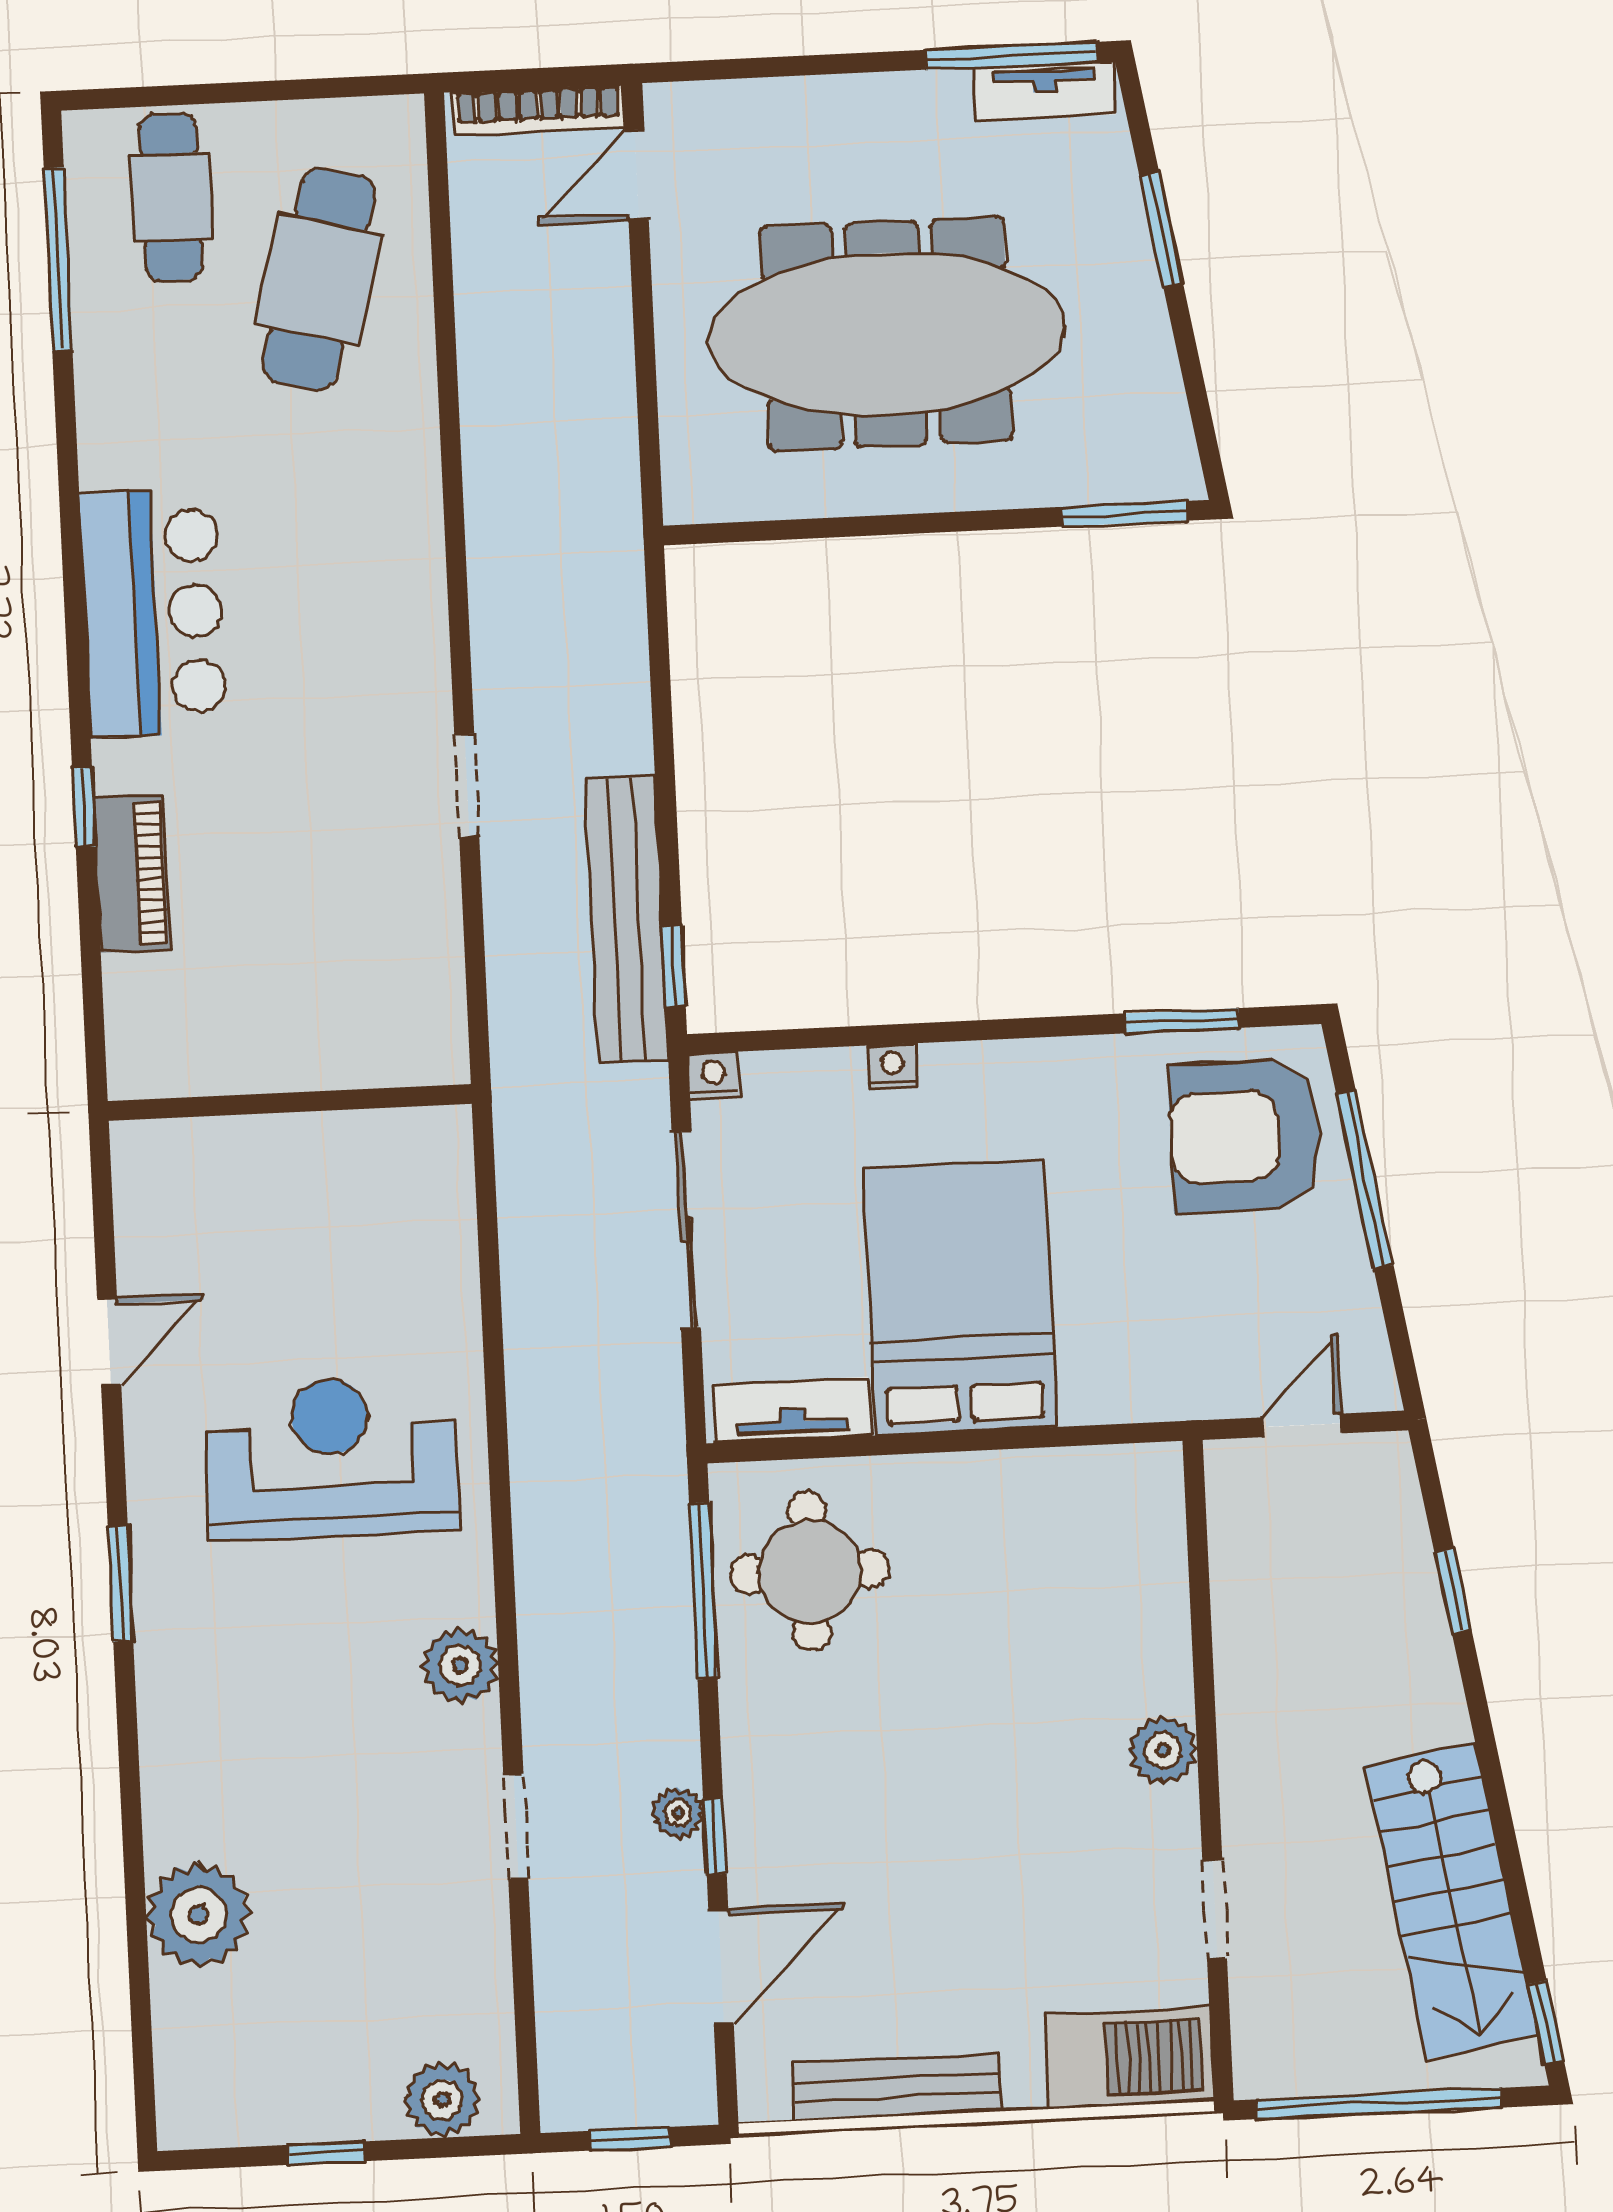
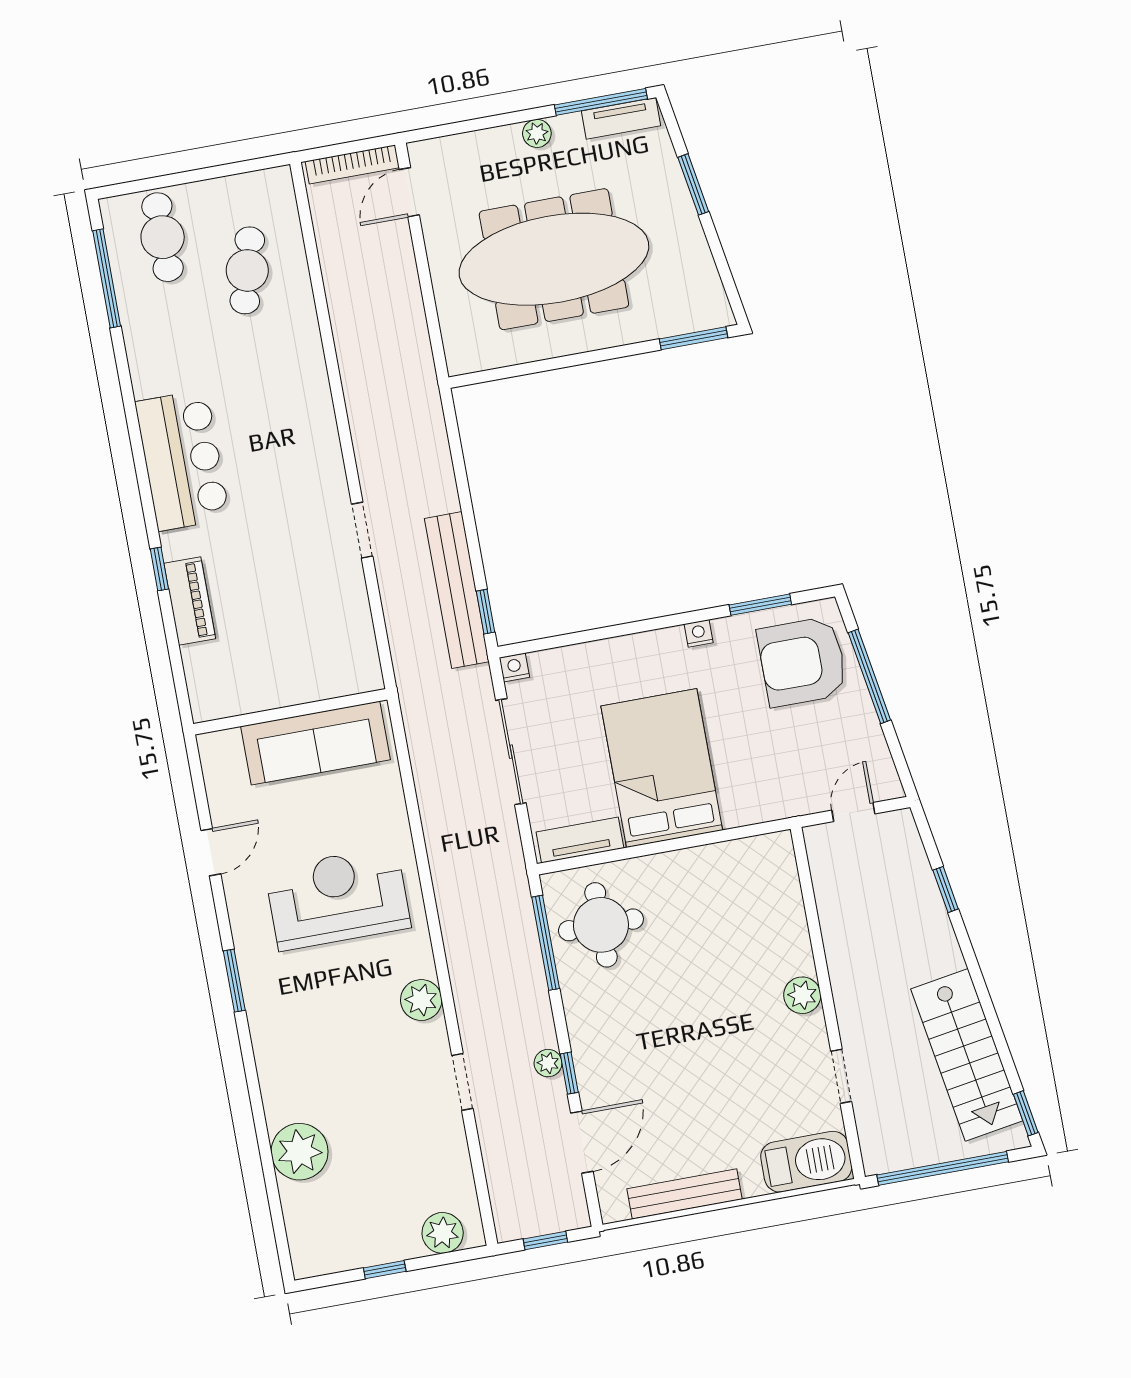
plant: (886, 98) -> (537, 133), added
cafe table: (319, 279) -> (247, 270), width x0.73, depth x0.74
nightstand: (892, 1066) -> (699, 633), moved
sofa: (328, 1166) -> (315, 743), added

